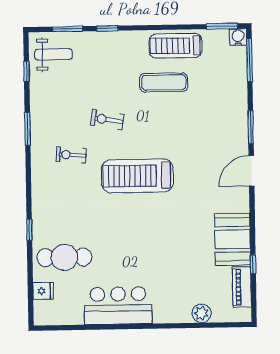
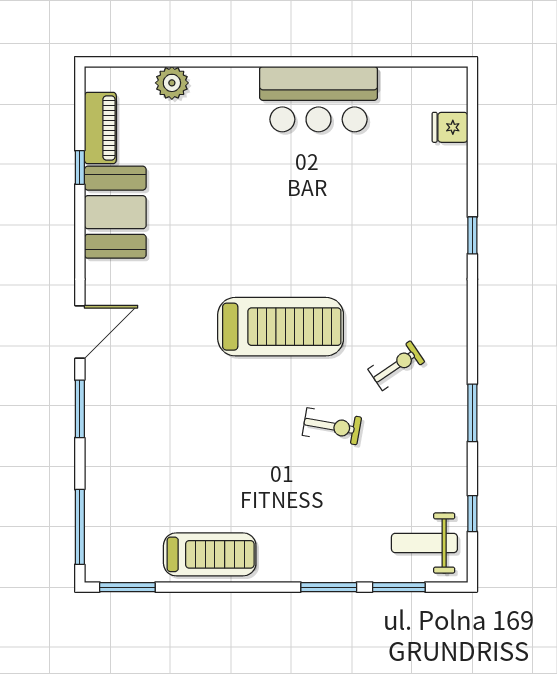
window: (107, 28) -> (329, 587), width x1.50
water cooler: (238, 37) -> (99, 568), removed
exercise mat: (164, 82) -> (232, 490), removed
exercise bike: (71, 155) -> (396, 366), turned -38
cafe table: (64, 257) -> (412, 186), removed

